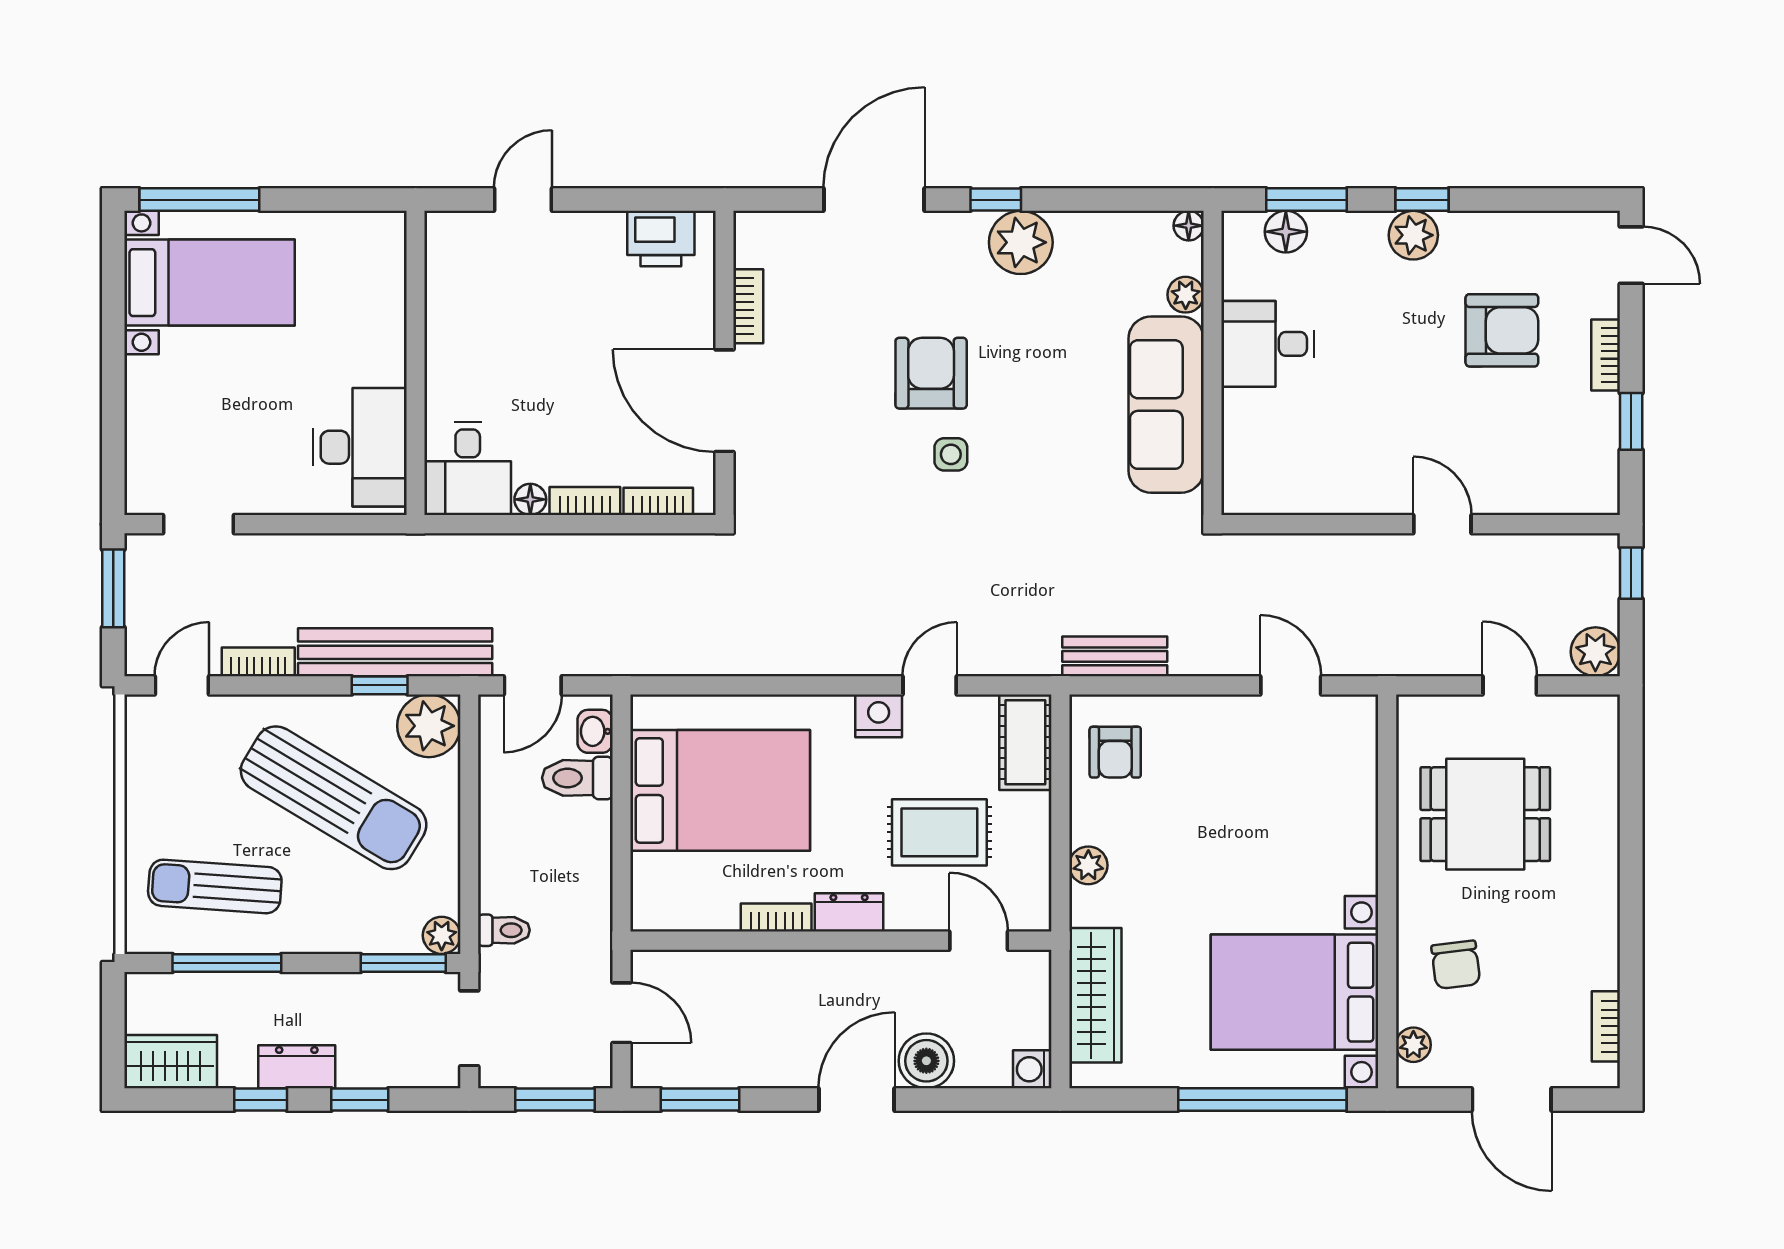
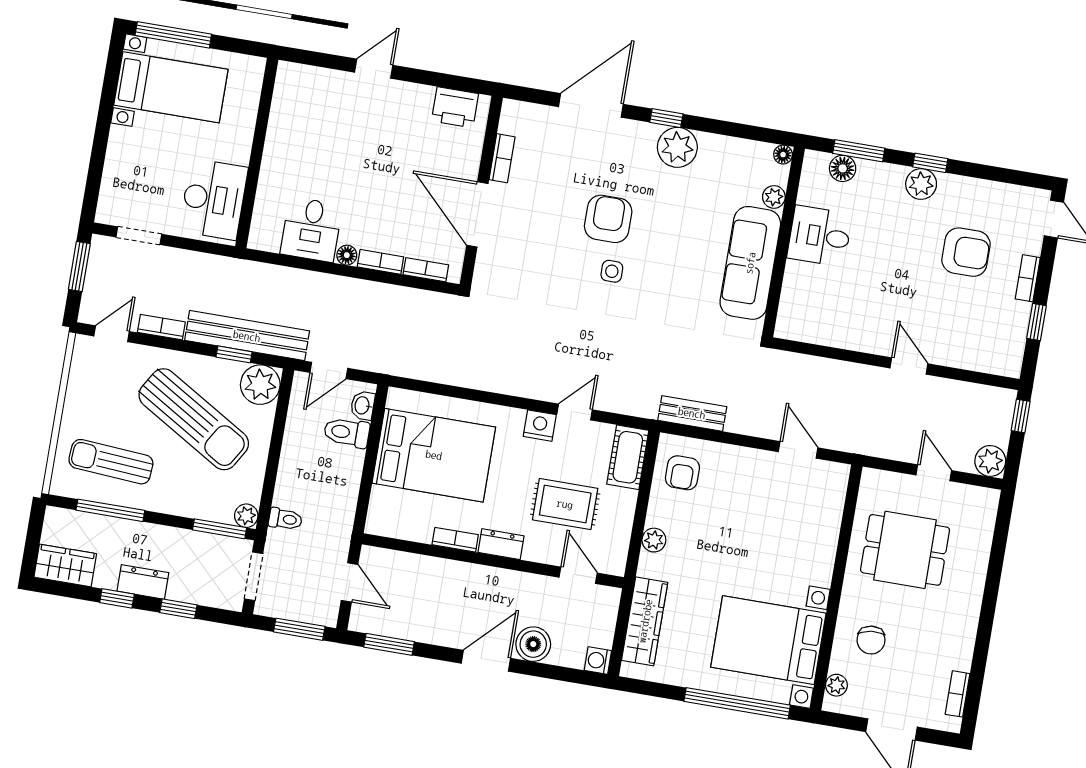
wall: (416, 363) -> (257, 153), moved
desk: (360, 447) -> (214, 199), moved

